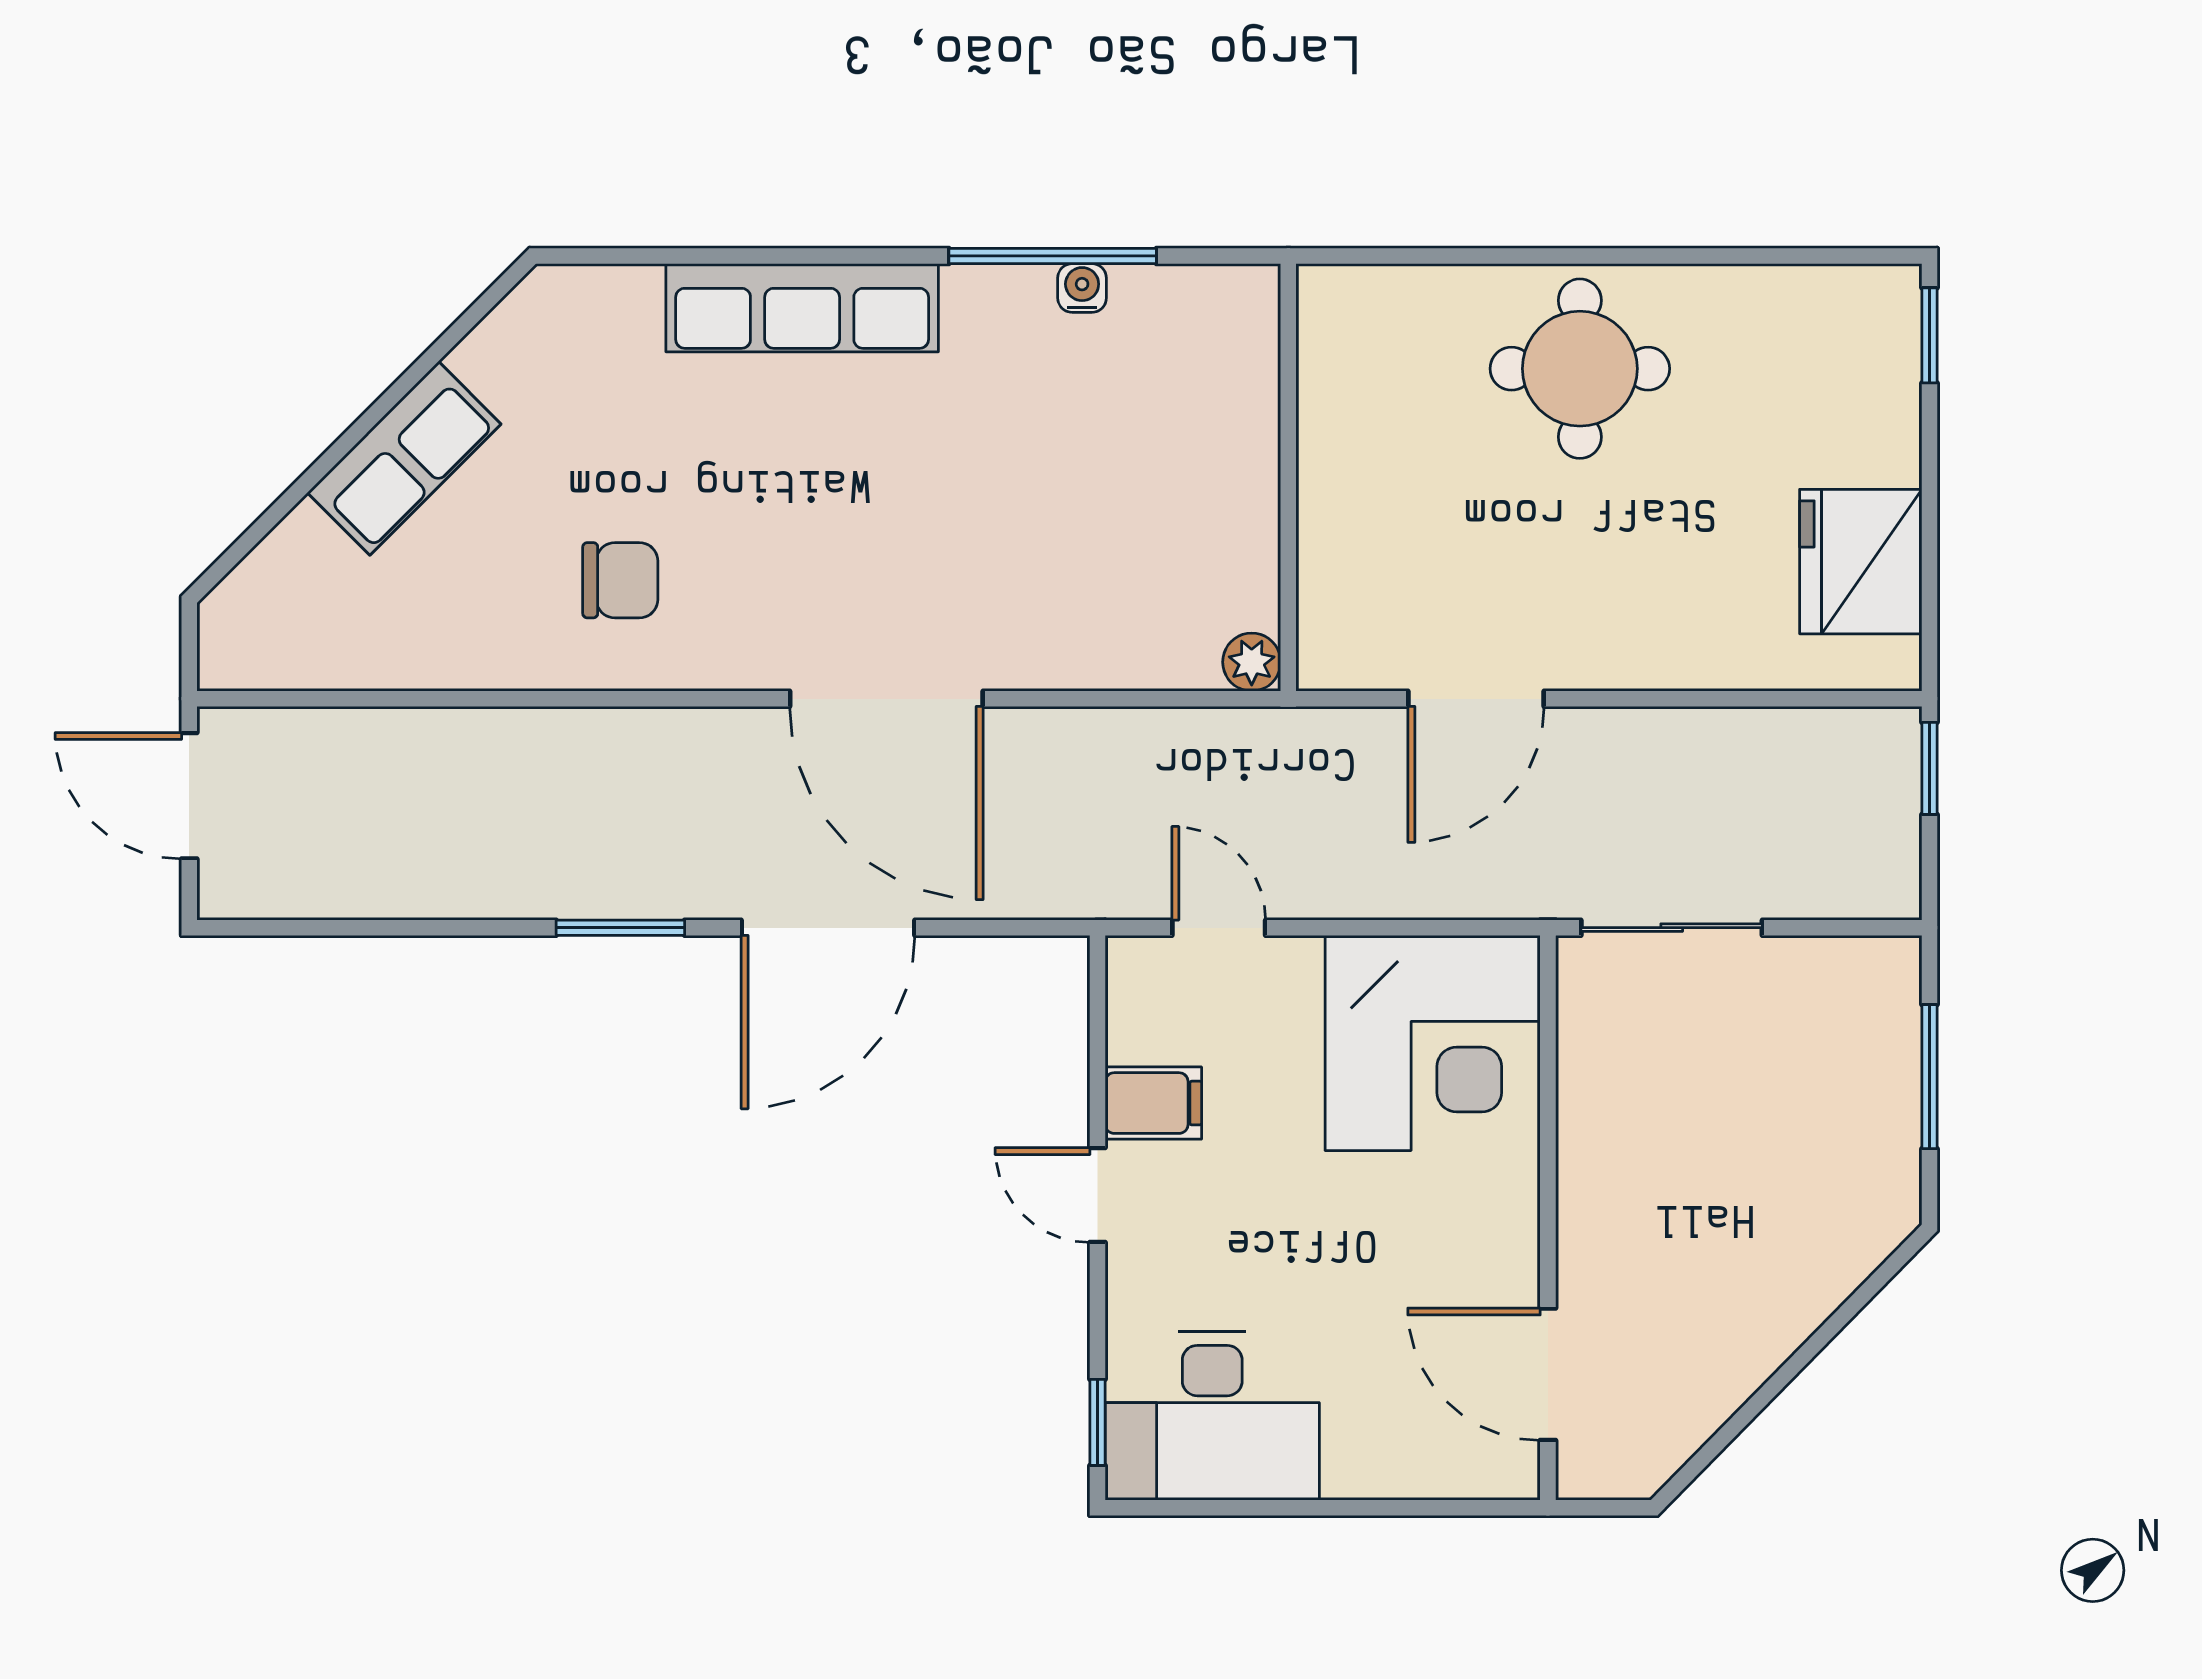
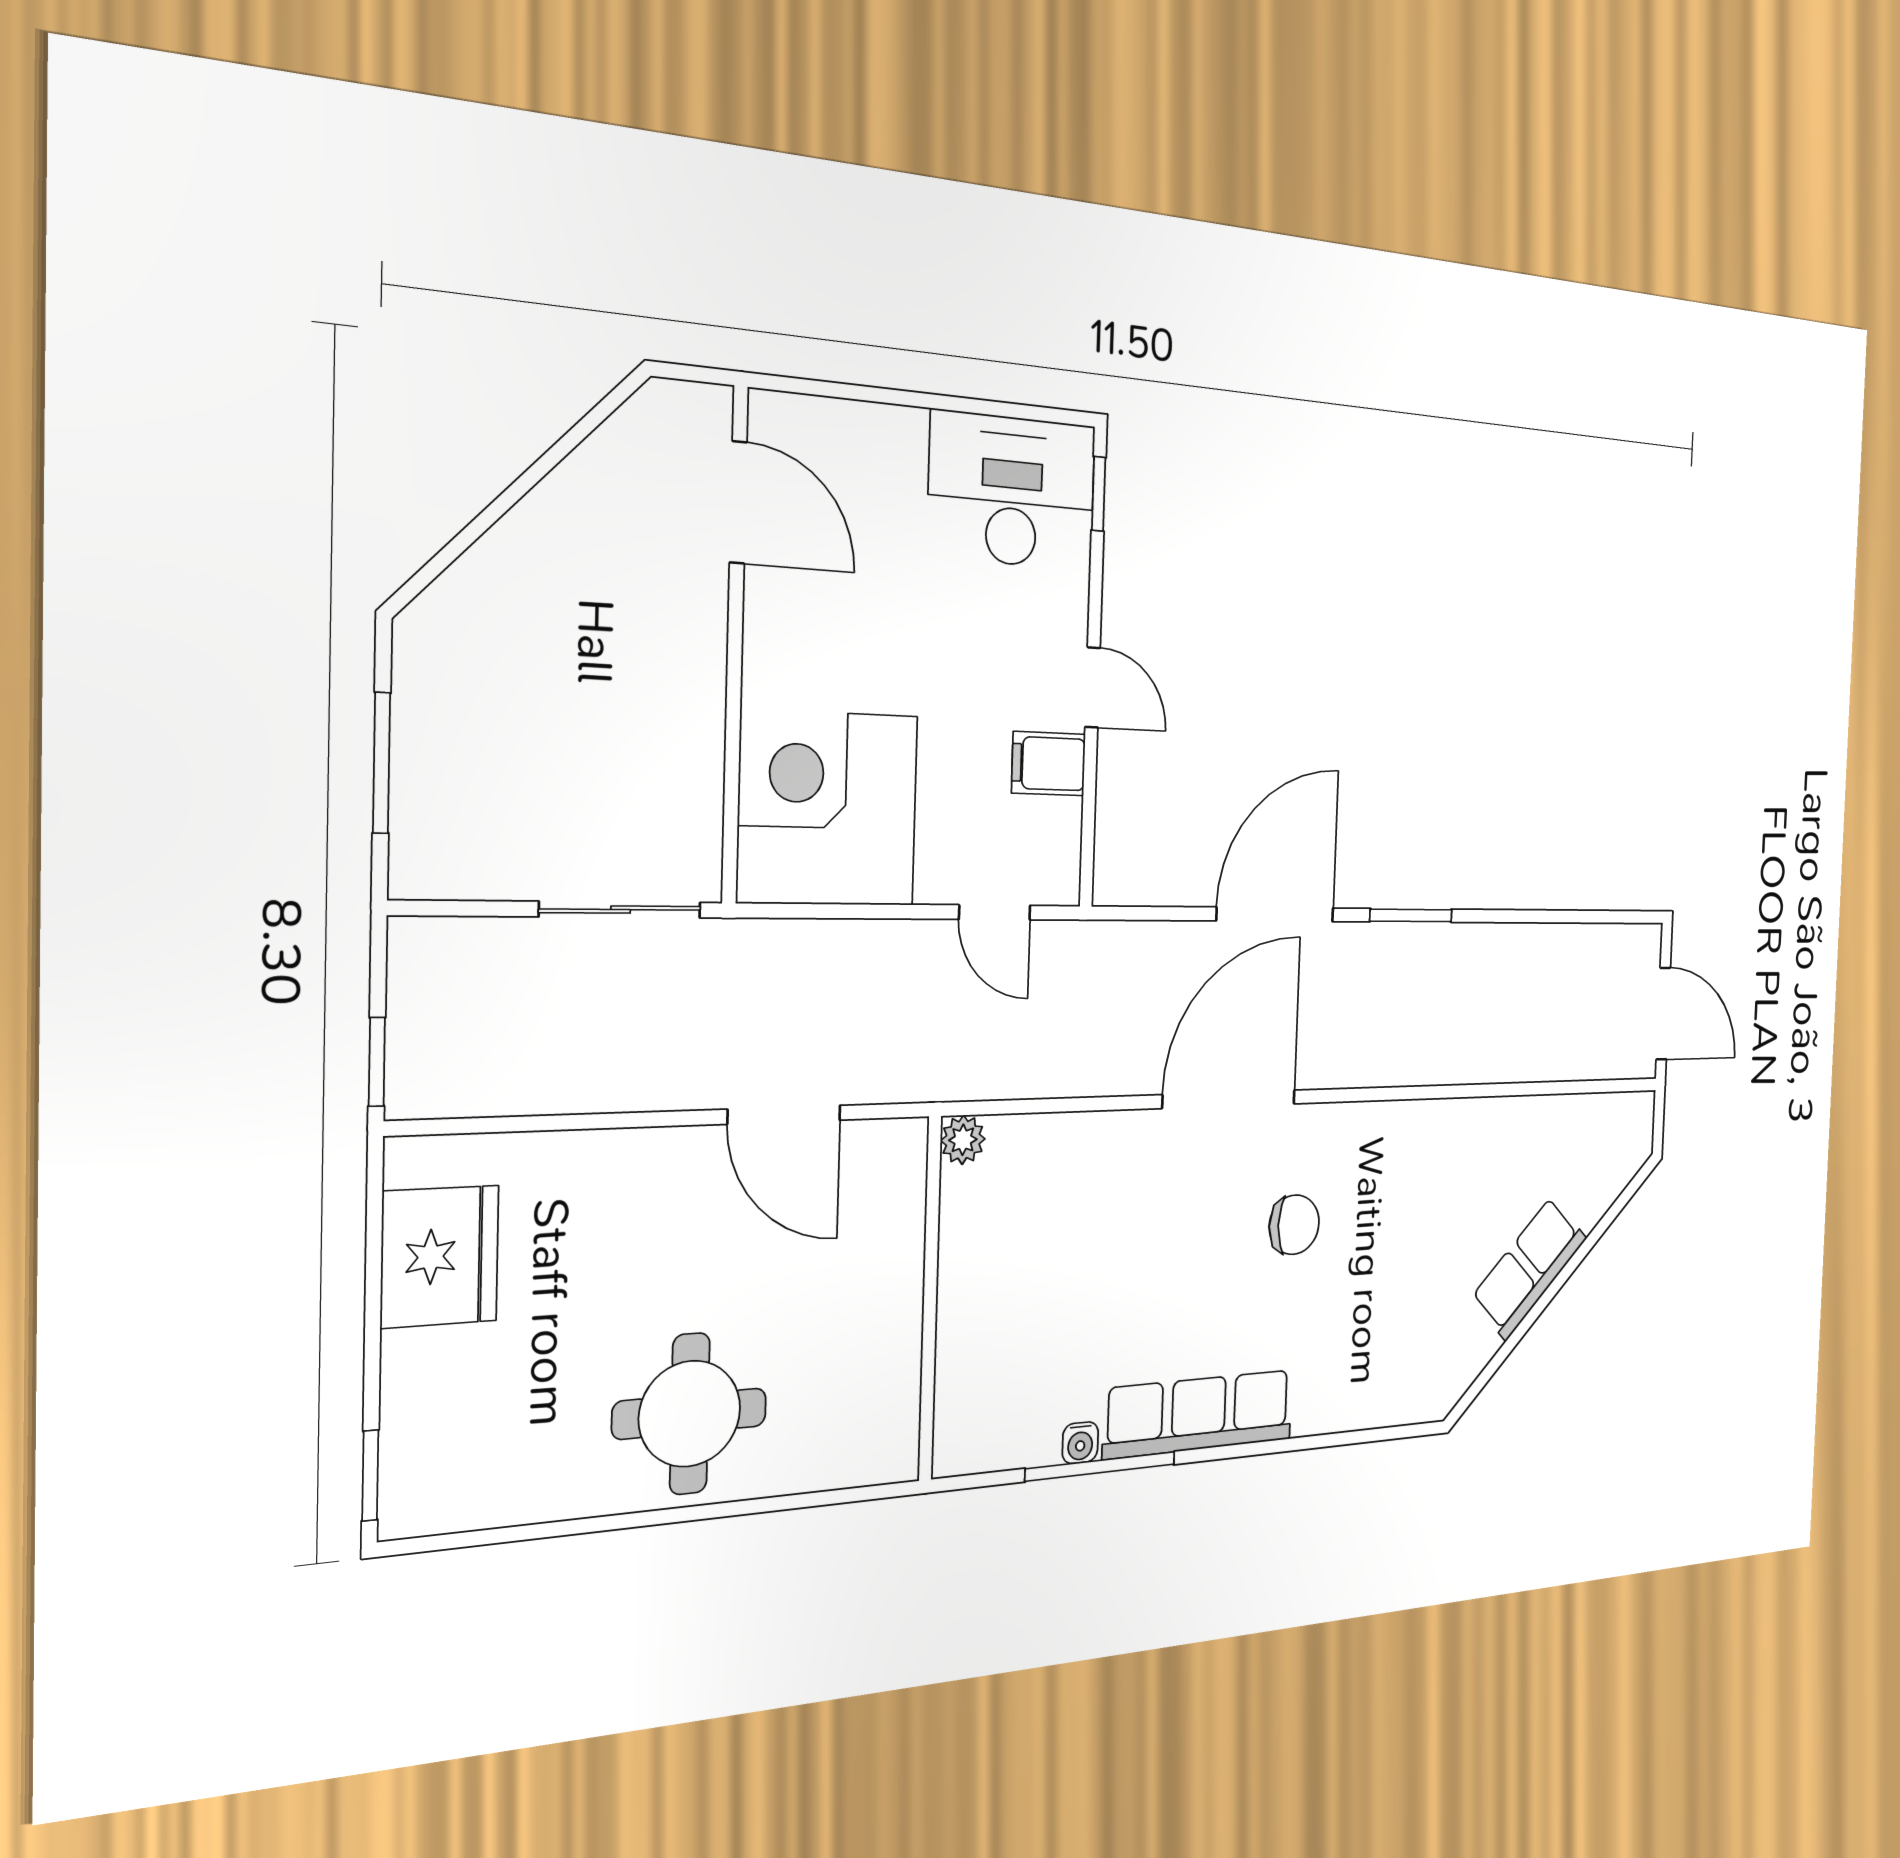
row of seats: (802, 308) -> (1199, 1414), moved
chair: (620, 580) -> (1294, 1225), moved, turned 180
door: (886, 699) -> (1229, 1099), hinge flipped
door: (1476, 699) -> (784, 1115), swing flipped

